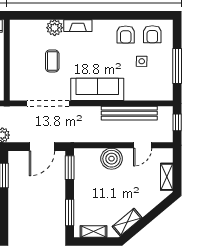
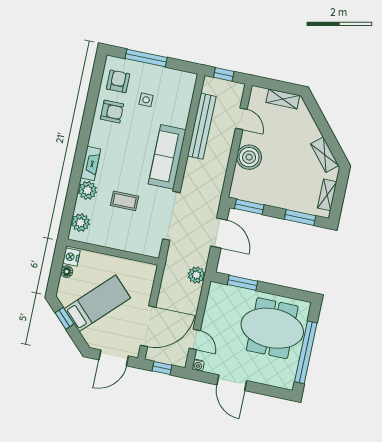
plant: (26, 28) -> (80, 223), added
armchair: (152, 34) -> (118, 81), turned -90
window: (177, 66) -> (146, 58), moved

